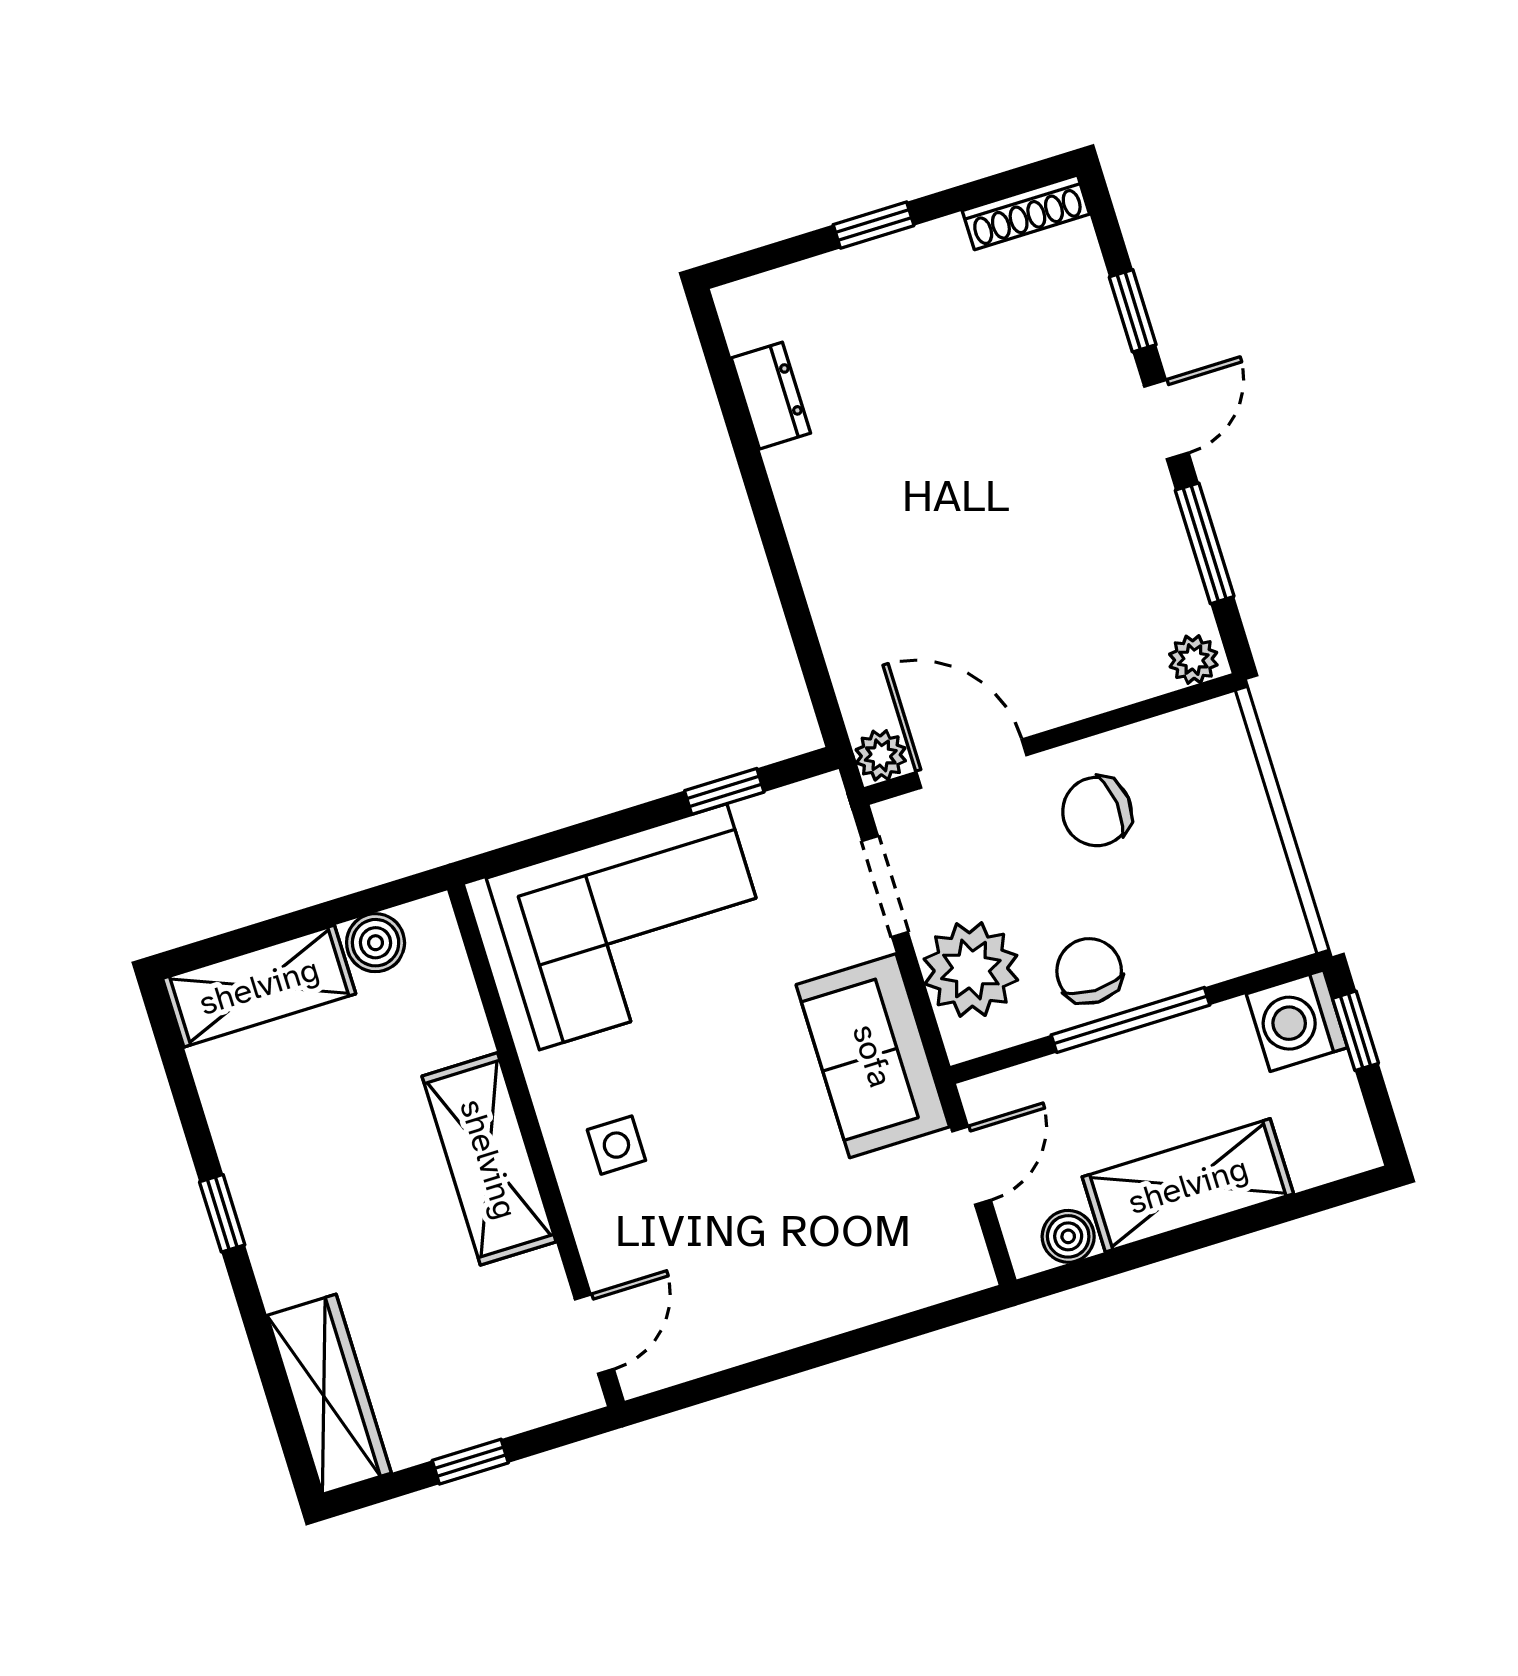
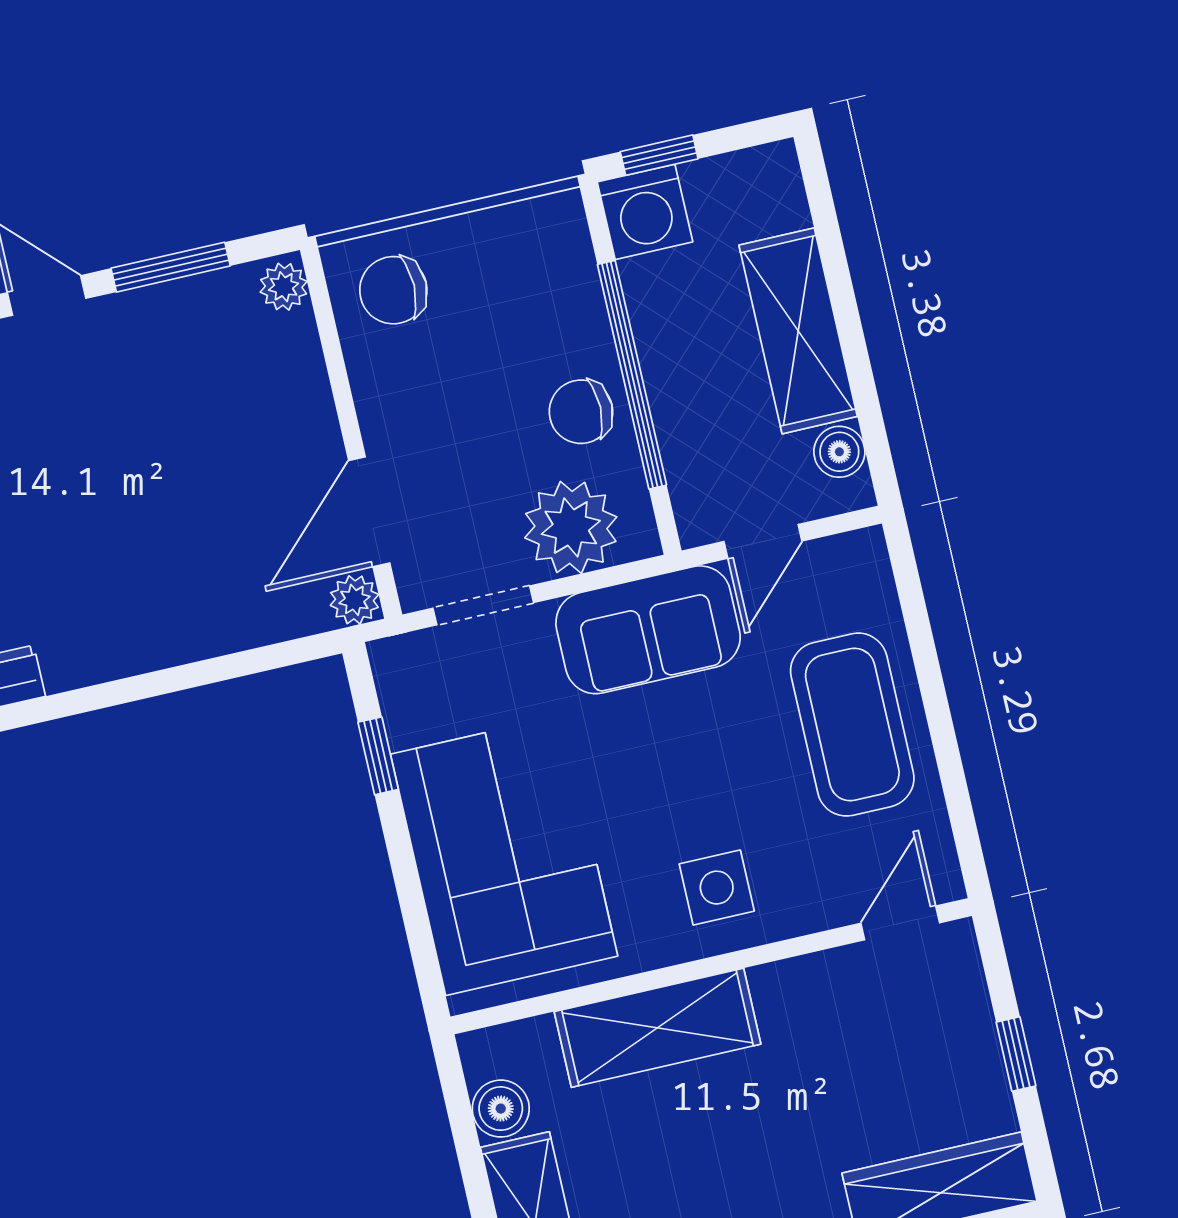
chair: (1097, 811) -> (393, 290), moved, turned 96
window: (1131, 1020) -> (632, 375), width x1.46
side table: (616, 1145) -> (717, 888), width x1.37, depth x1.37
shelving: (489, 1159) -> (658, 1028), moved
door: (971, 1166) -> (763, 541), swing flipped
coffee table: (792, 1270) -> (852, 725), added
door: (594, 1334) -> (900, 923), hinge flipped

